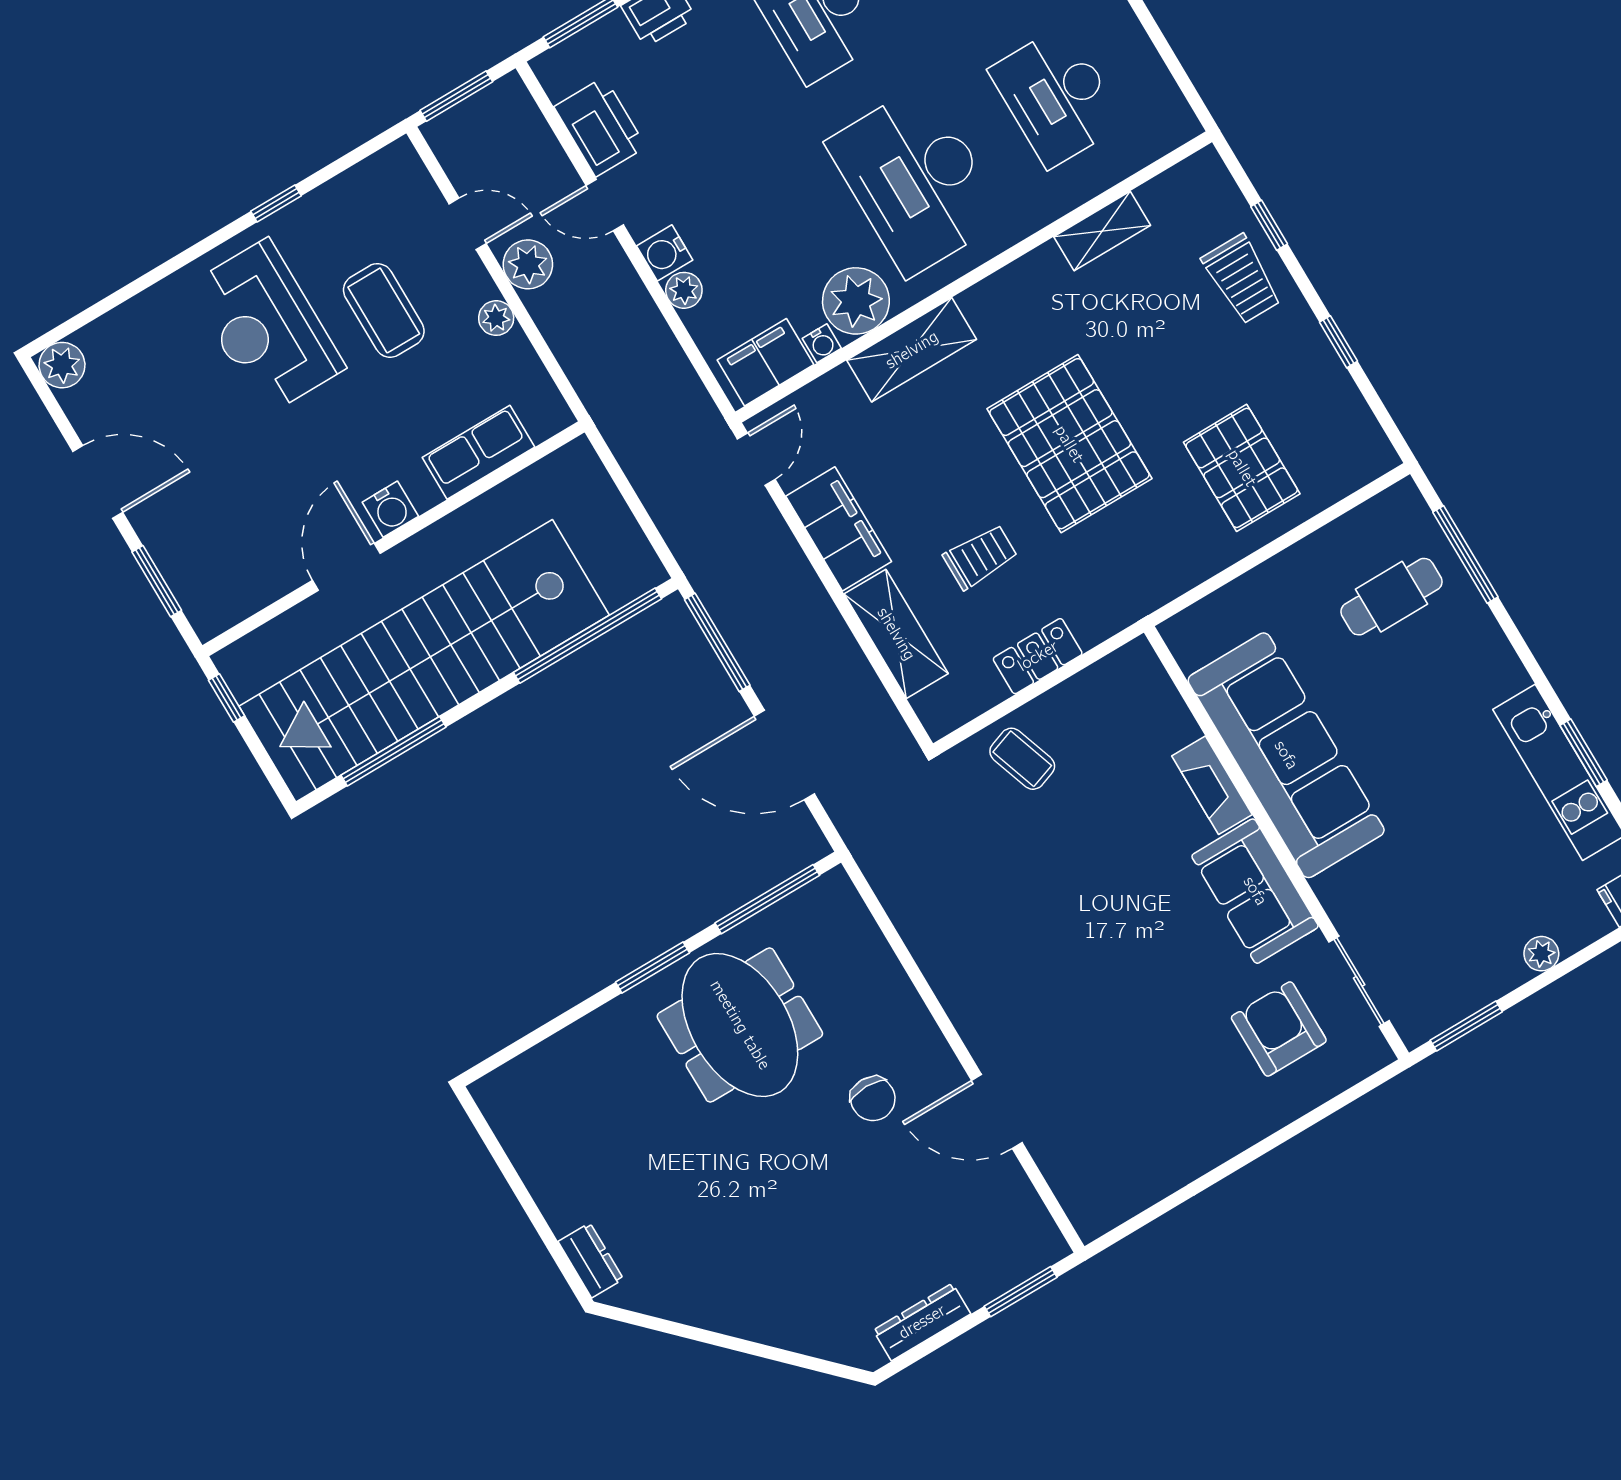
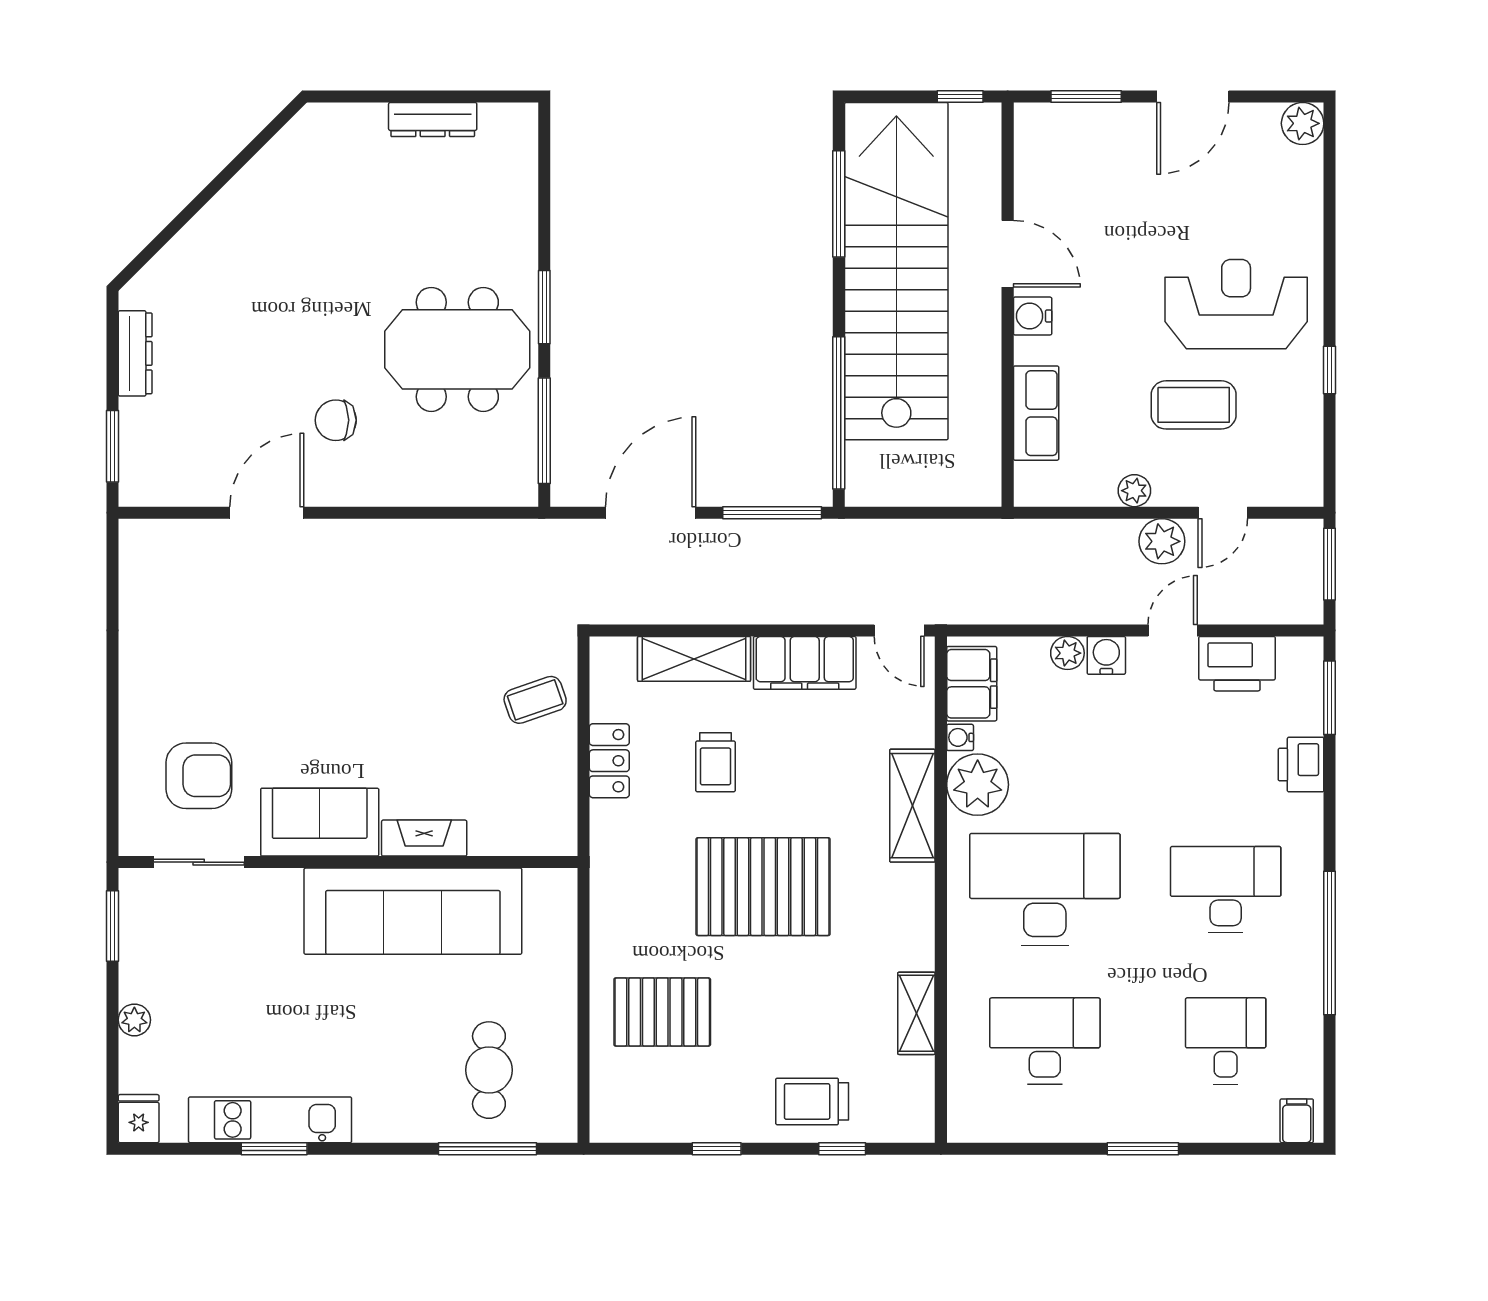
dresser: (591, 1260) -> (433, 120), moved, width x1.44

